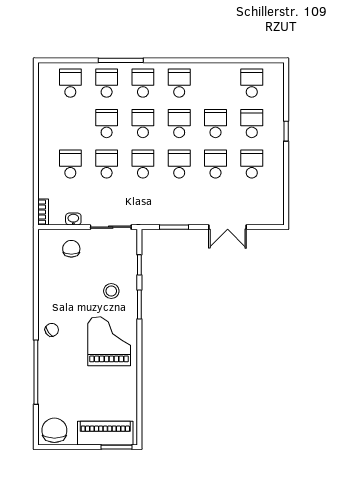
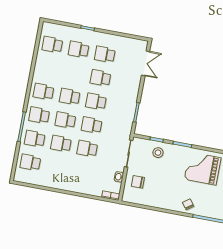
school desk: (215, 124) -> (74, 73), removed
school desk: (70, 164) -> (83, 172), removed
double door: (228, 227) -> (146, 63), moved
stool: (111, 291) -> (158, 153), moved

